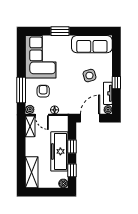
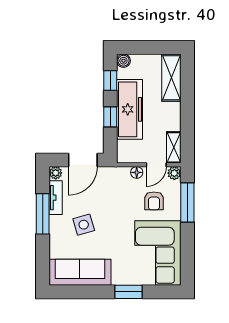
window: (116, 83) -> (43, 214), width x2.17
door: (42, 115) -> (156, 165), swing flipped

